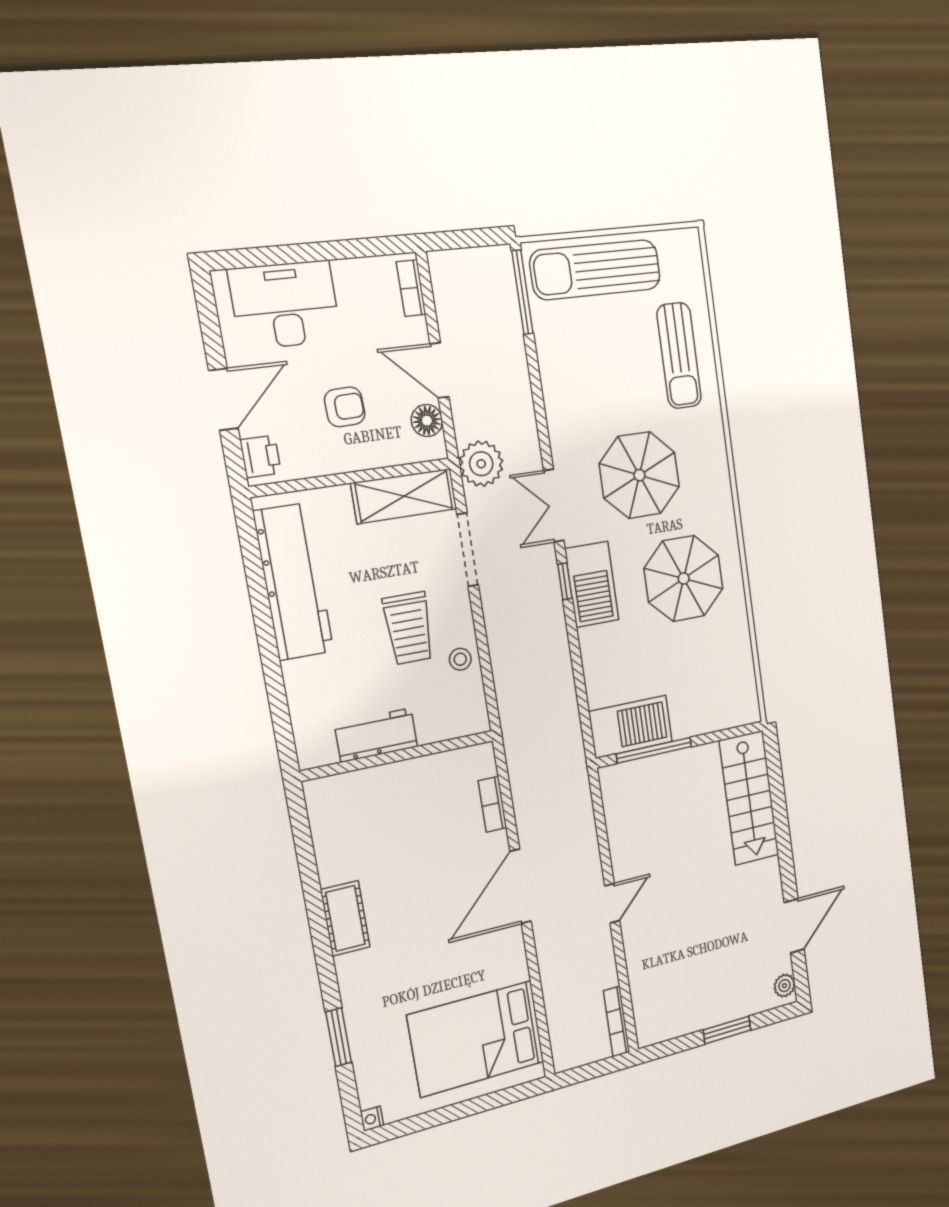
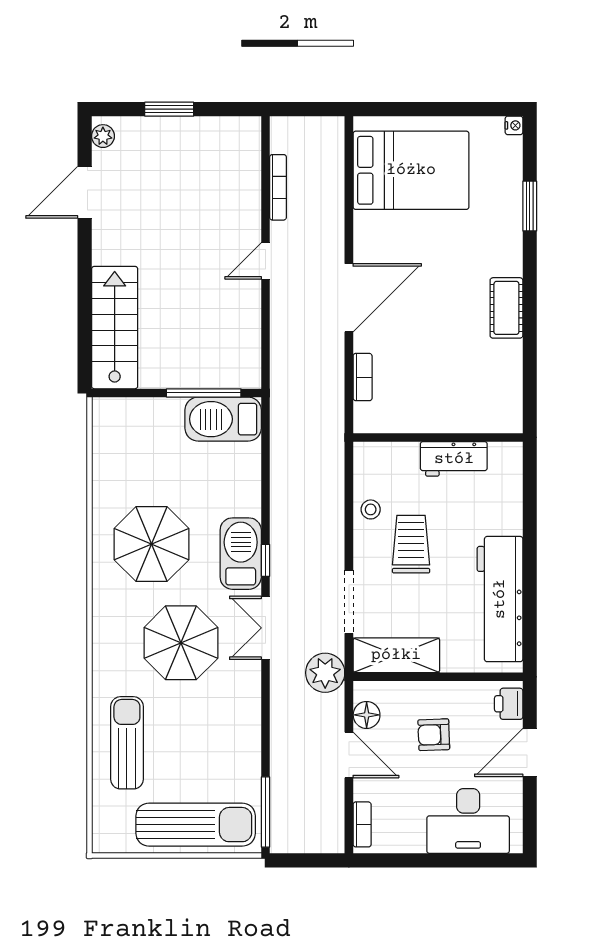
double door: (554, 506) -> (265, 628), swing flipped
bookcase: (617, 1021) -> (278, 187), moved

